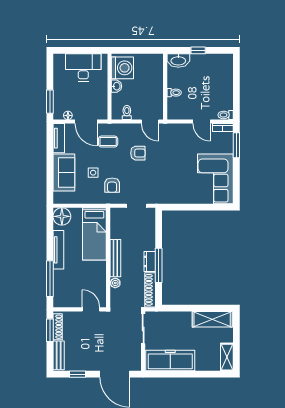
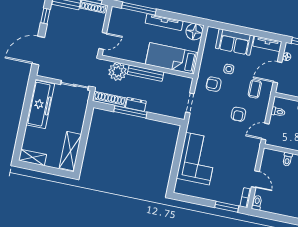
door: (202, 122) -> (255, 179), swing flipped
corner sofa: (215, 179) -> (197, 159), moved, turned 90
plant: (115, 283) -> (117, 72), width x1.87, depth x1.87

